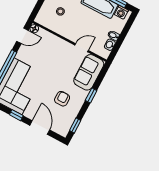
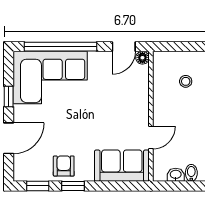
door: (22, 36) -> (124, 47), hinge flipped
door: (82, 48) -> (151, 138), hinge flipped
window: (91, 95) -> (73, 186), moved
armchair: (62, 99) -> (64, 166), moved, turned -90

